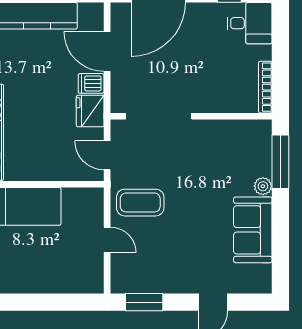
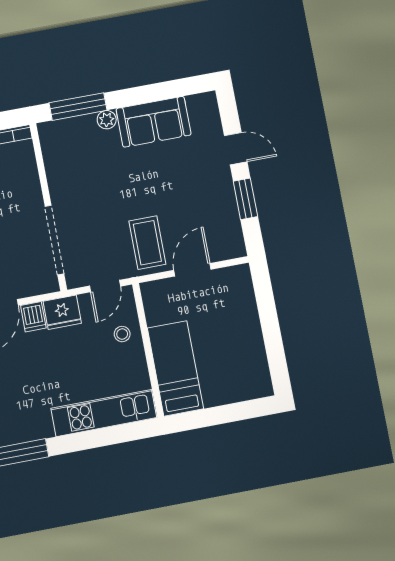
stool: (60, 163) -> (122, 334), added
door: (107, 240) -> (192, 270), width x1.38
window: (144, 302) -> (245, 199), moved

